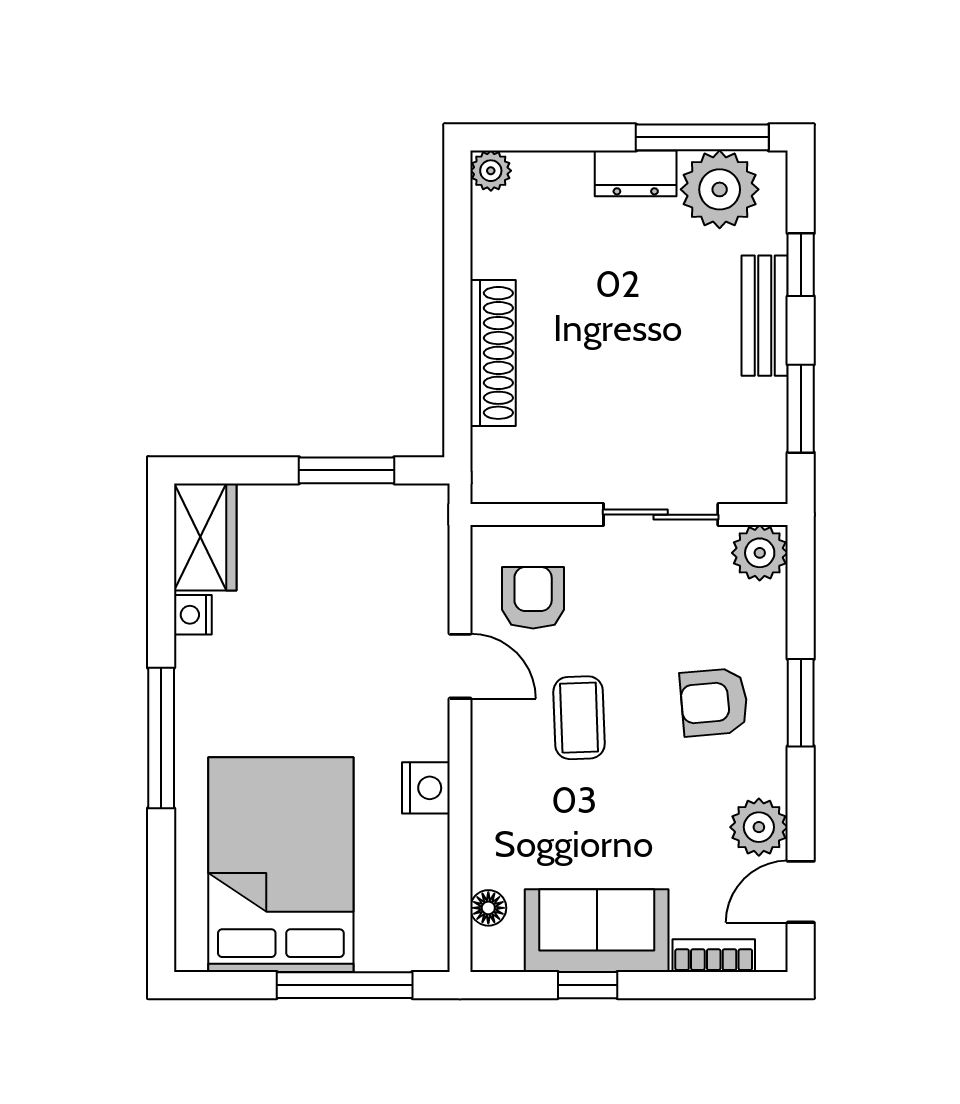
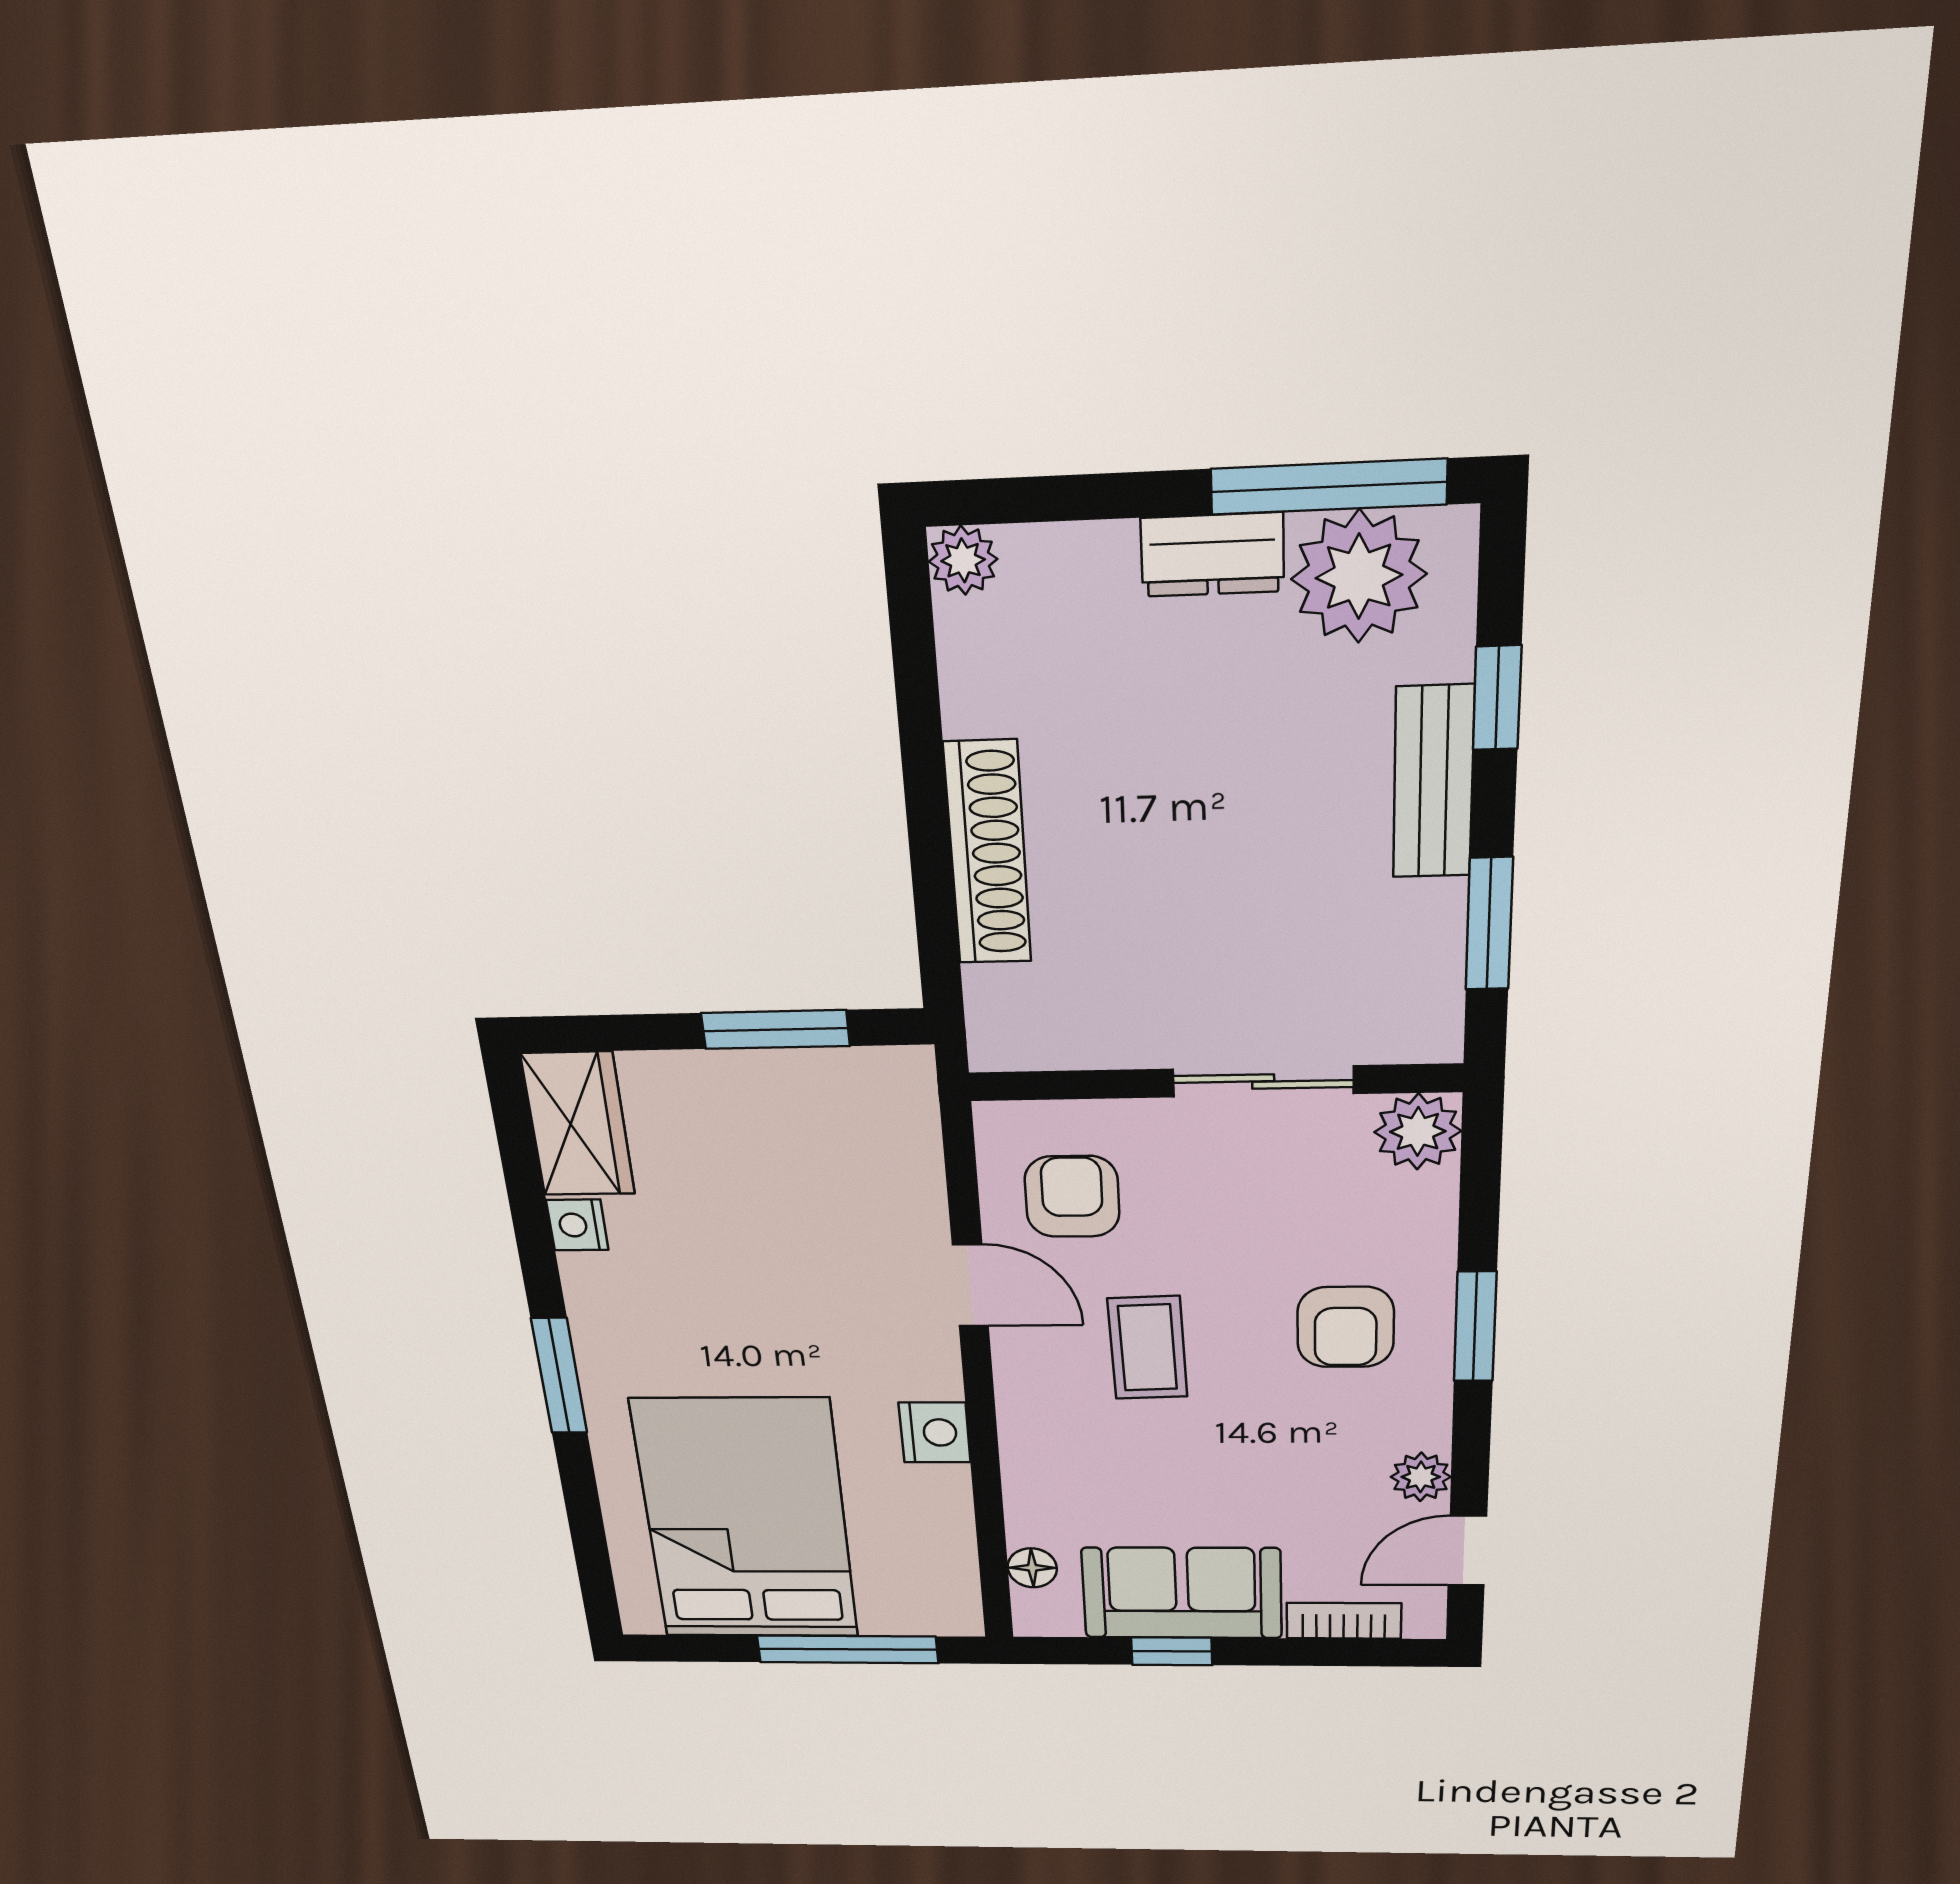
armchair: (714, 702) -> (1346, 1327), turned -85
window: (161, 738) -> (559, 1376), width x0.69
plant: (759, 827) -> (1421, 1477), width x0.73, depth x0.73

